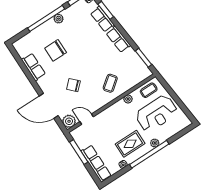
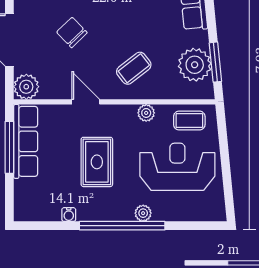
plant: (135, 65) -> (195, 65), added
reception desk: (156, 113) -> (177, 167), turned 180
door: (87, 119) -> (86, 102), moved
rug: (130, 144) -> (97, 162), moved, turned 90
row of seats: (96, 164) -> (26, 141), moved

